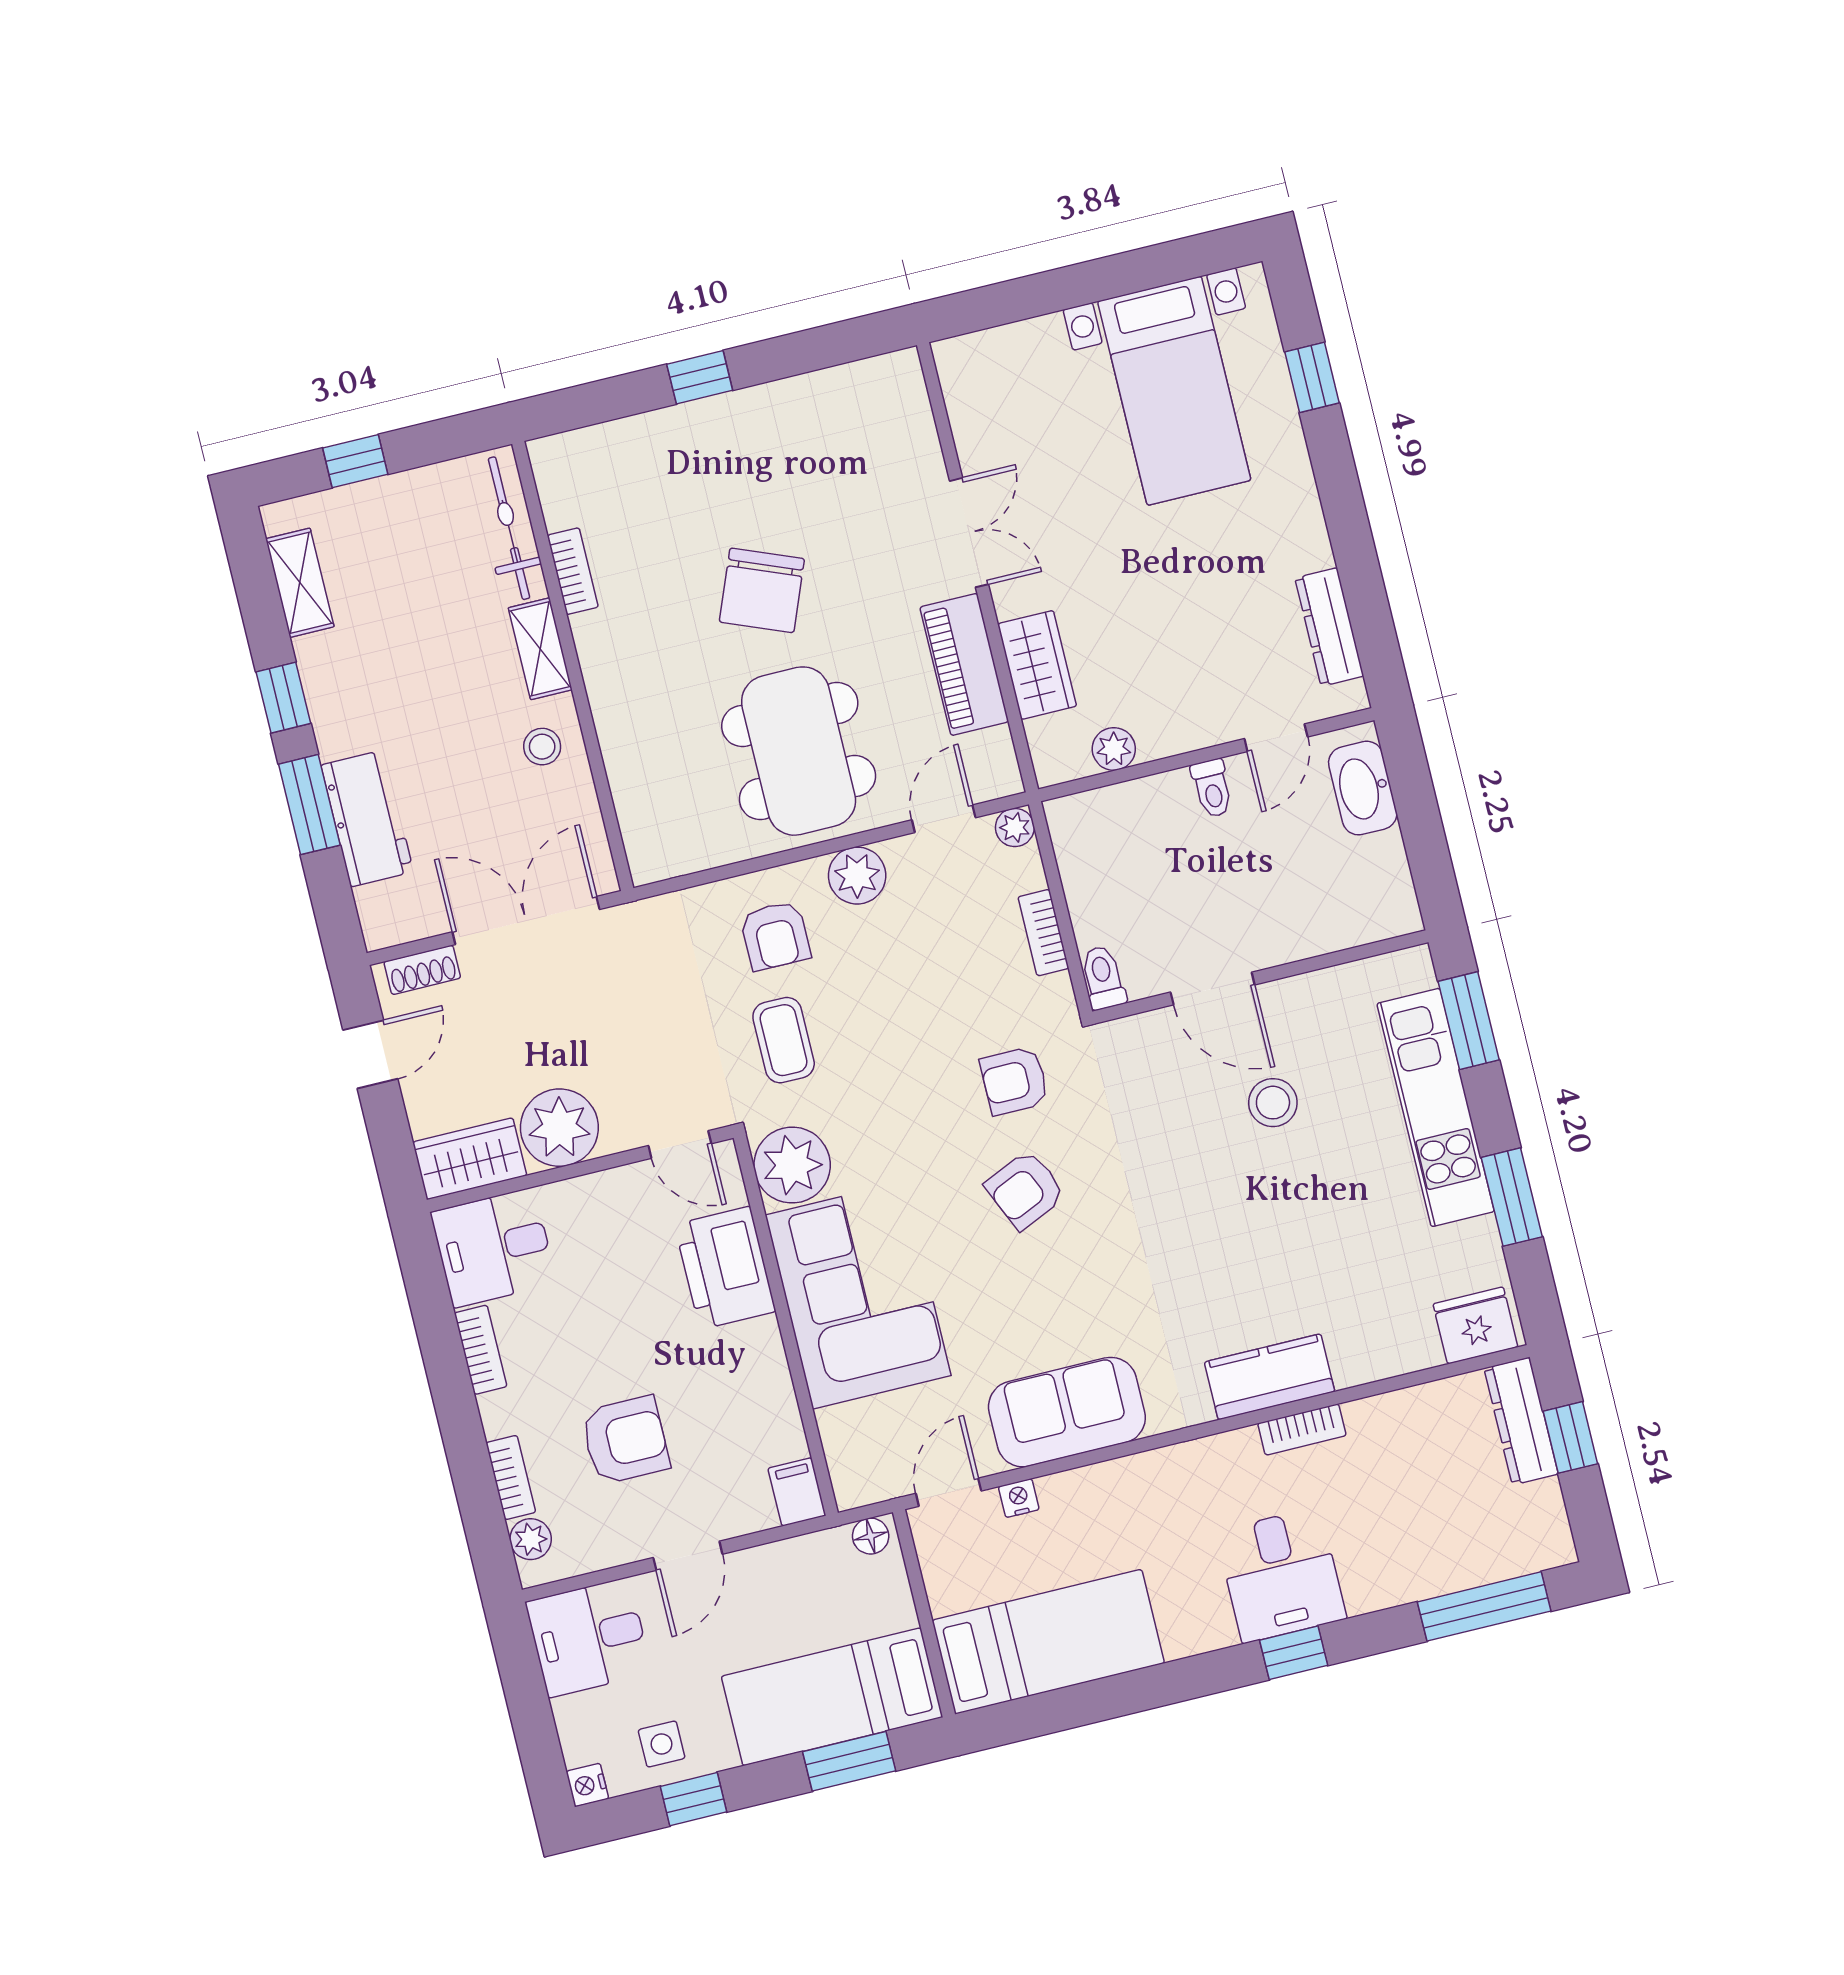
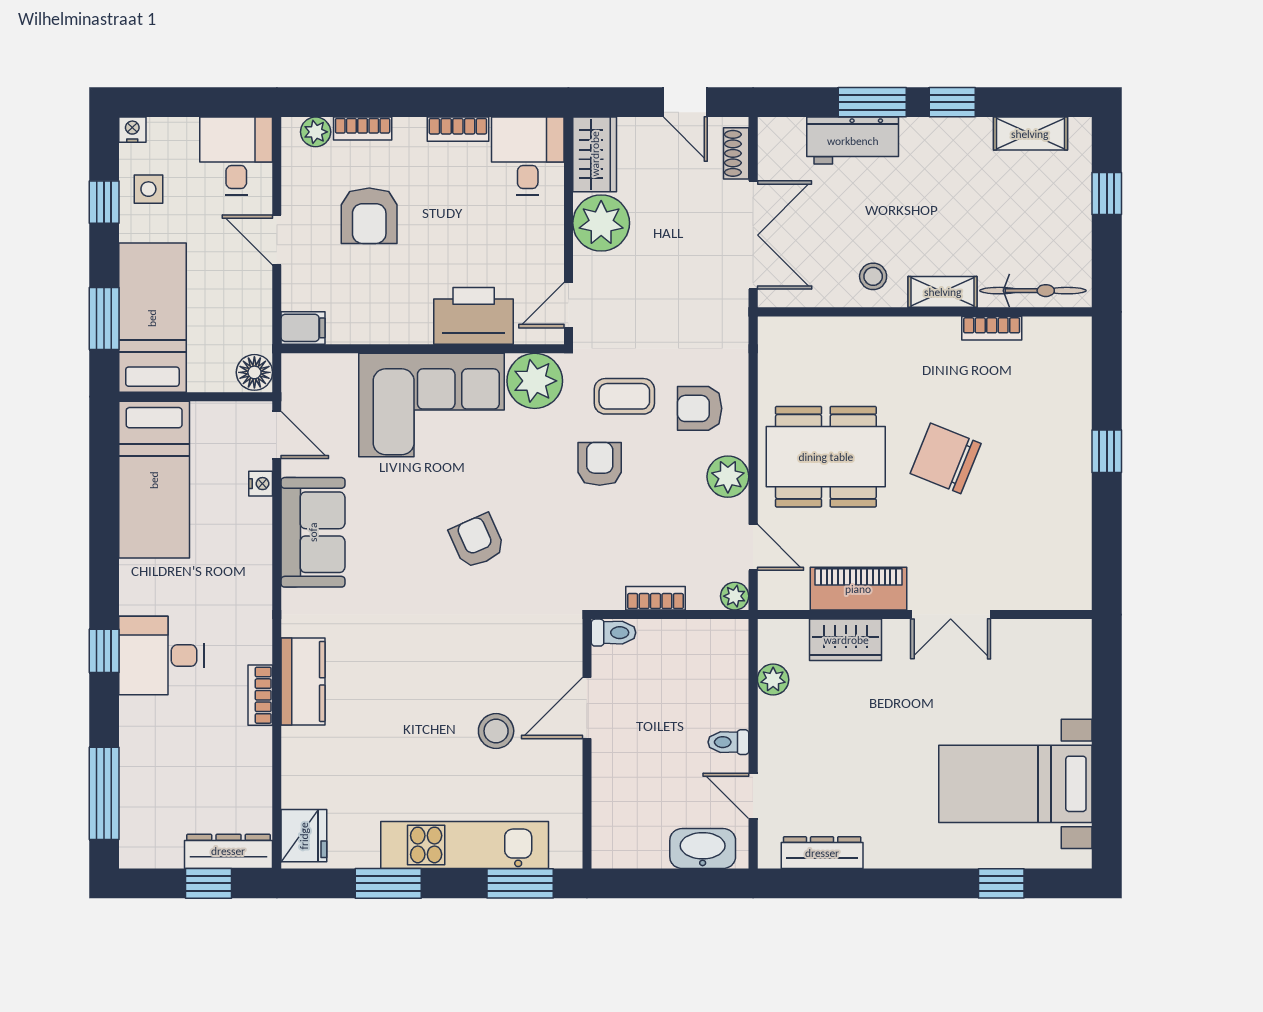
armchair: (1014, 1081) -> (600, 464), moved
floor lamp: (871, 1536) -> (254, 372), width x1.37, depth x1.37

